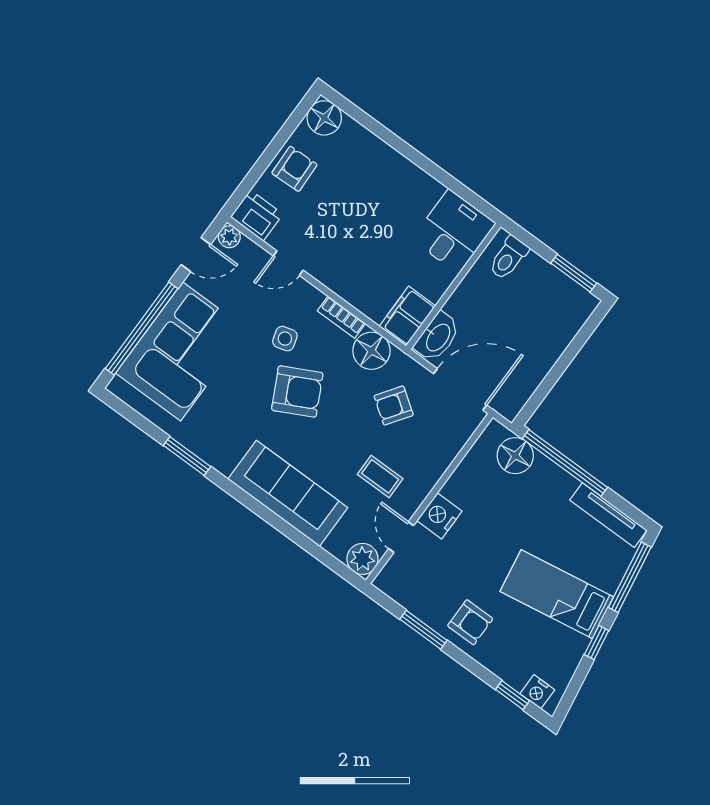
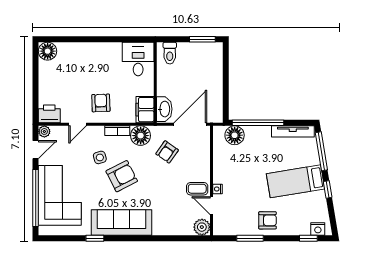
armchair: (294, 169) -> (101, 103), moved
window: (187, 456) -> (95, 238), width x0.67
coffee table: (380, 476) -> (197, 189), moved
sofa: (288, 493) -> (121, 222), moved
nightstand: (439, 516) -> (217, 189), width x0.53, depth x0.56

